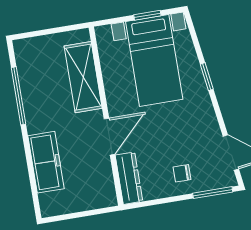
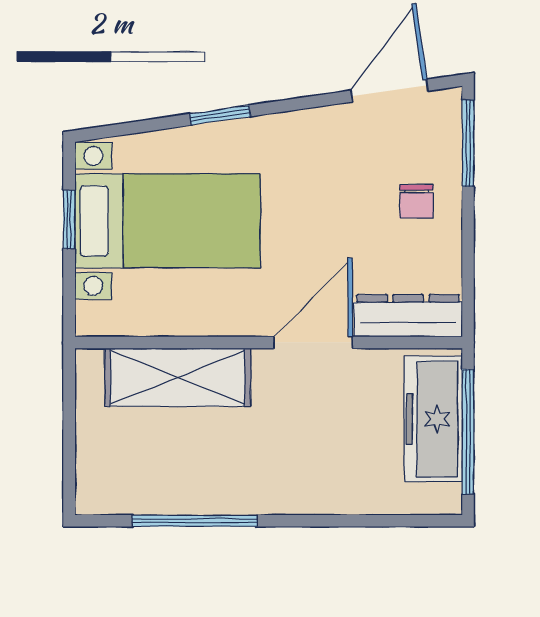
door: (109, 137) -> (313, 342), hinge flipped
freezer: (46, 162) -> (433, 419), moved, turned -90
window: (80, 215) -> (468, 432), added

